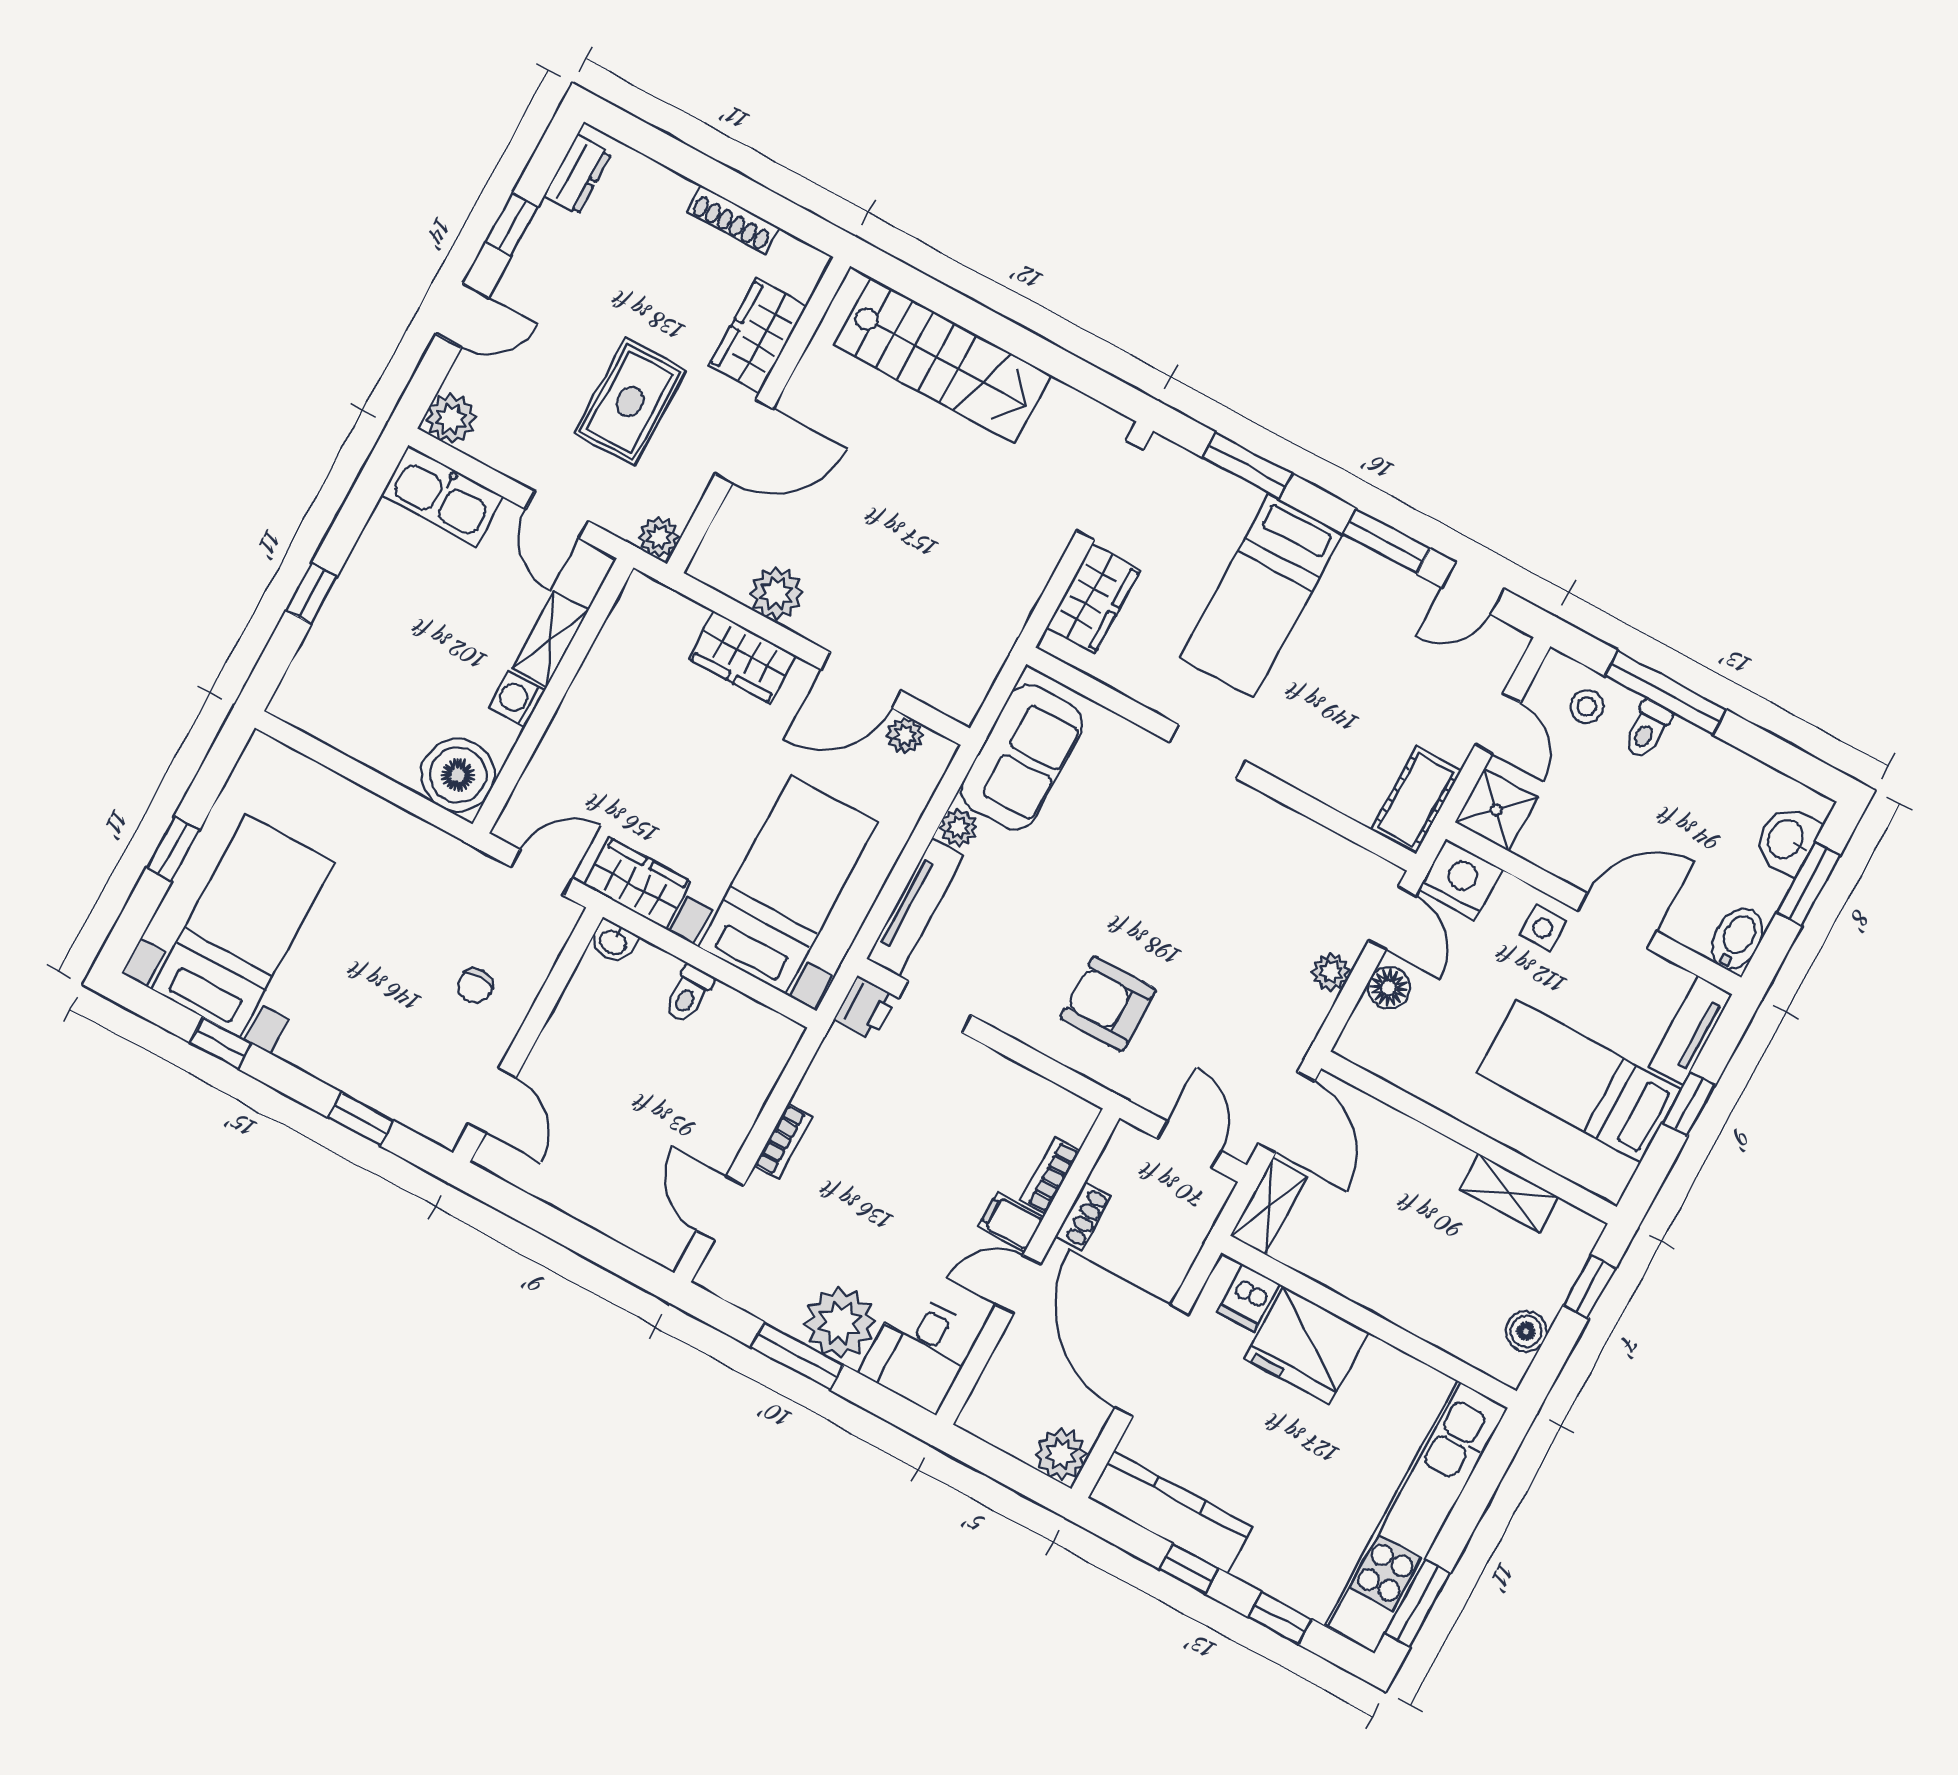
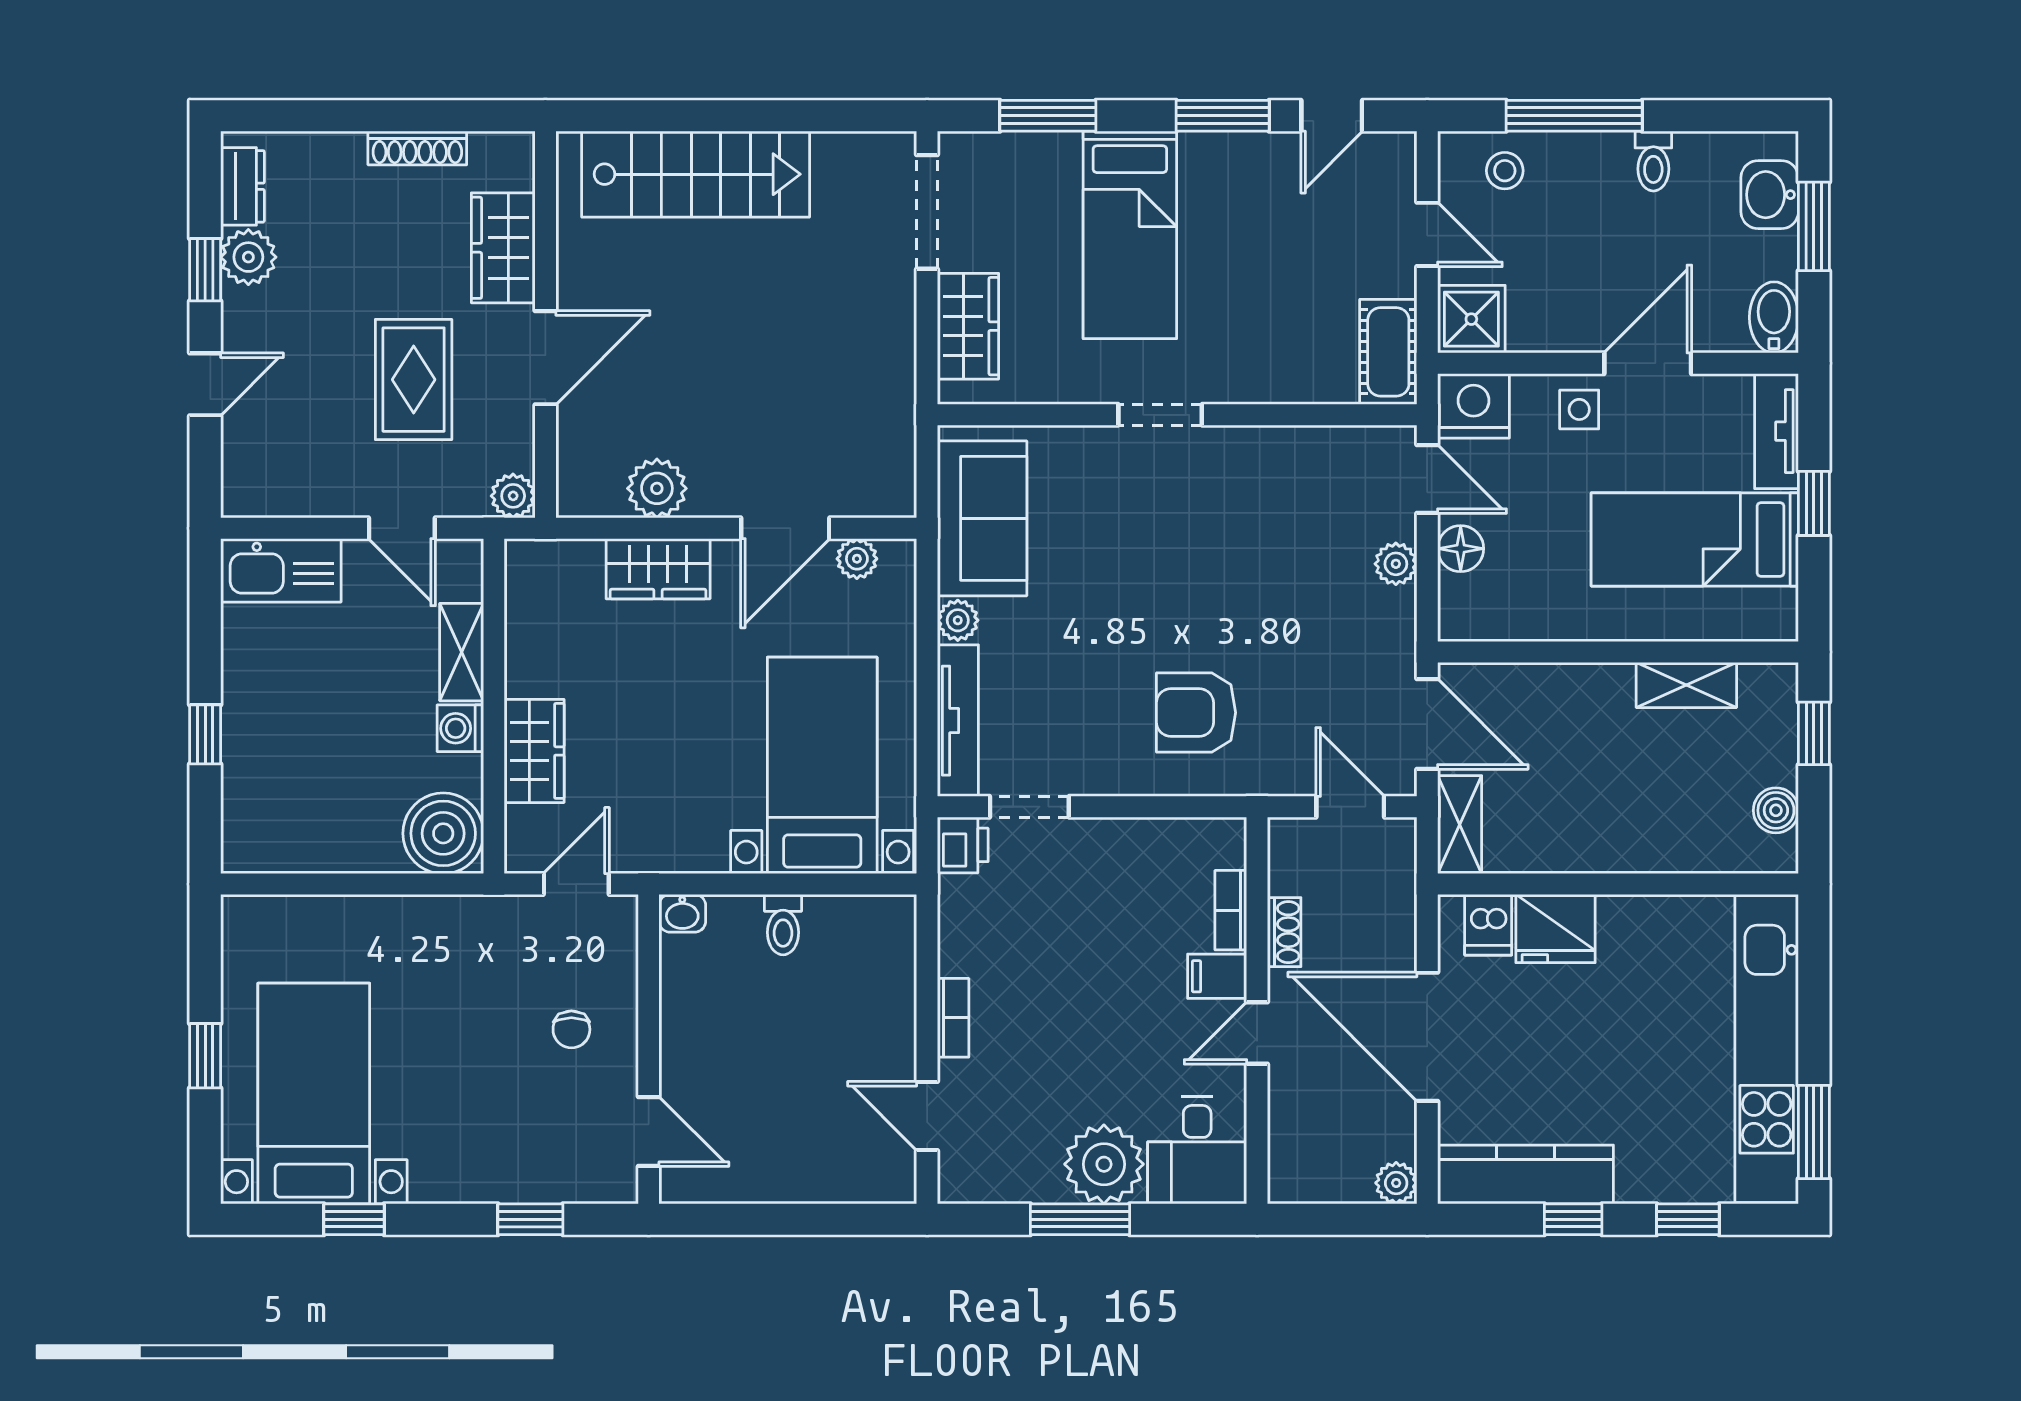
plant: (451, 418) -> (248, 257), moved
toilet: (1647, 729) -> (1653, 161), moved
wardrobe: (637, 883) -> (534, 751), moved, turned 90
fridge: (1307, 1346) -> (1556, 929), width x0.73, depth x0.75
plant: (1061, 1454) -> (1396, 1183), width x0.73, depth x0.73

